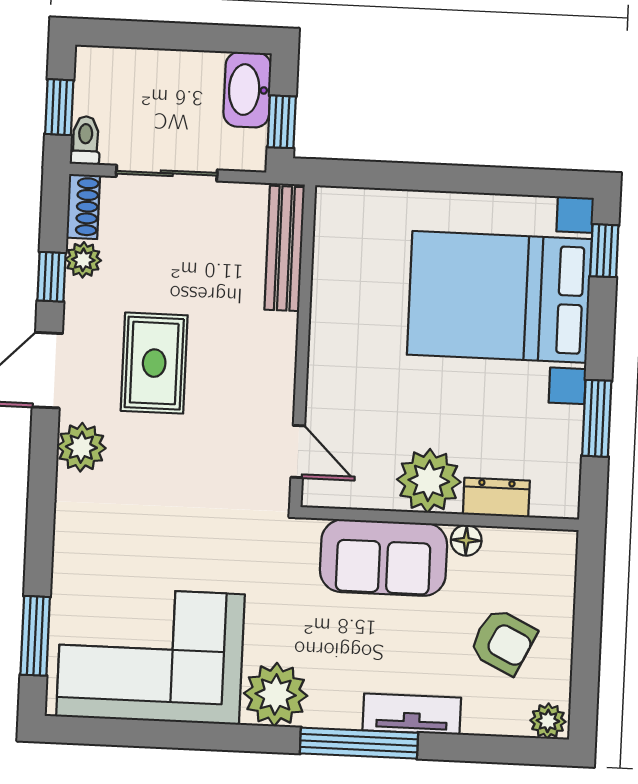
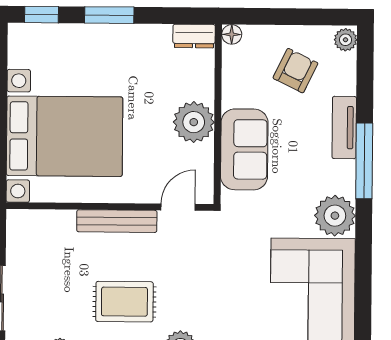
bench: (284, 248) -> (117, 221), moved
bed with nightstands: (499, 297) -> (65, 136), moved, turned -90
window: (597, 418) -> (109, 15), moved
dresser: (496, 497) -> (194, 36), moved, turned -90
floor lamp: (466, 540) -> (232, 34), moved

